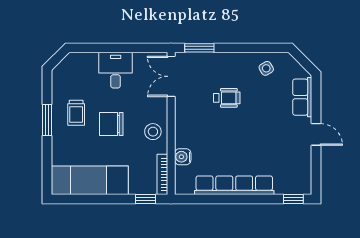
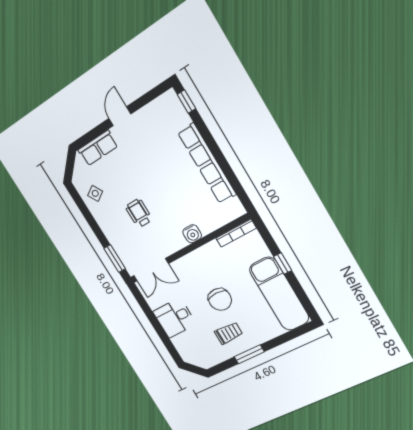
stool: (153, 132) -> (205, 261), removed
water cooler: (183, 157) -> (192, 234), moved
window: (146, 199) -> (283, 263), moved

